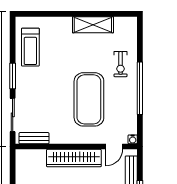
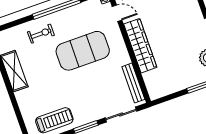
bench: (34, 138) -> (133, 83), width x1.36

